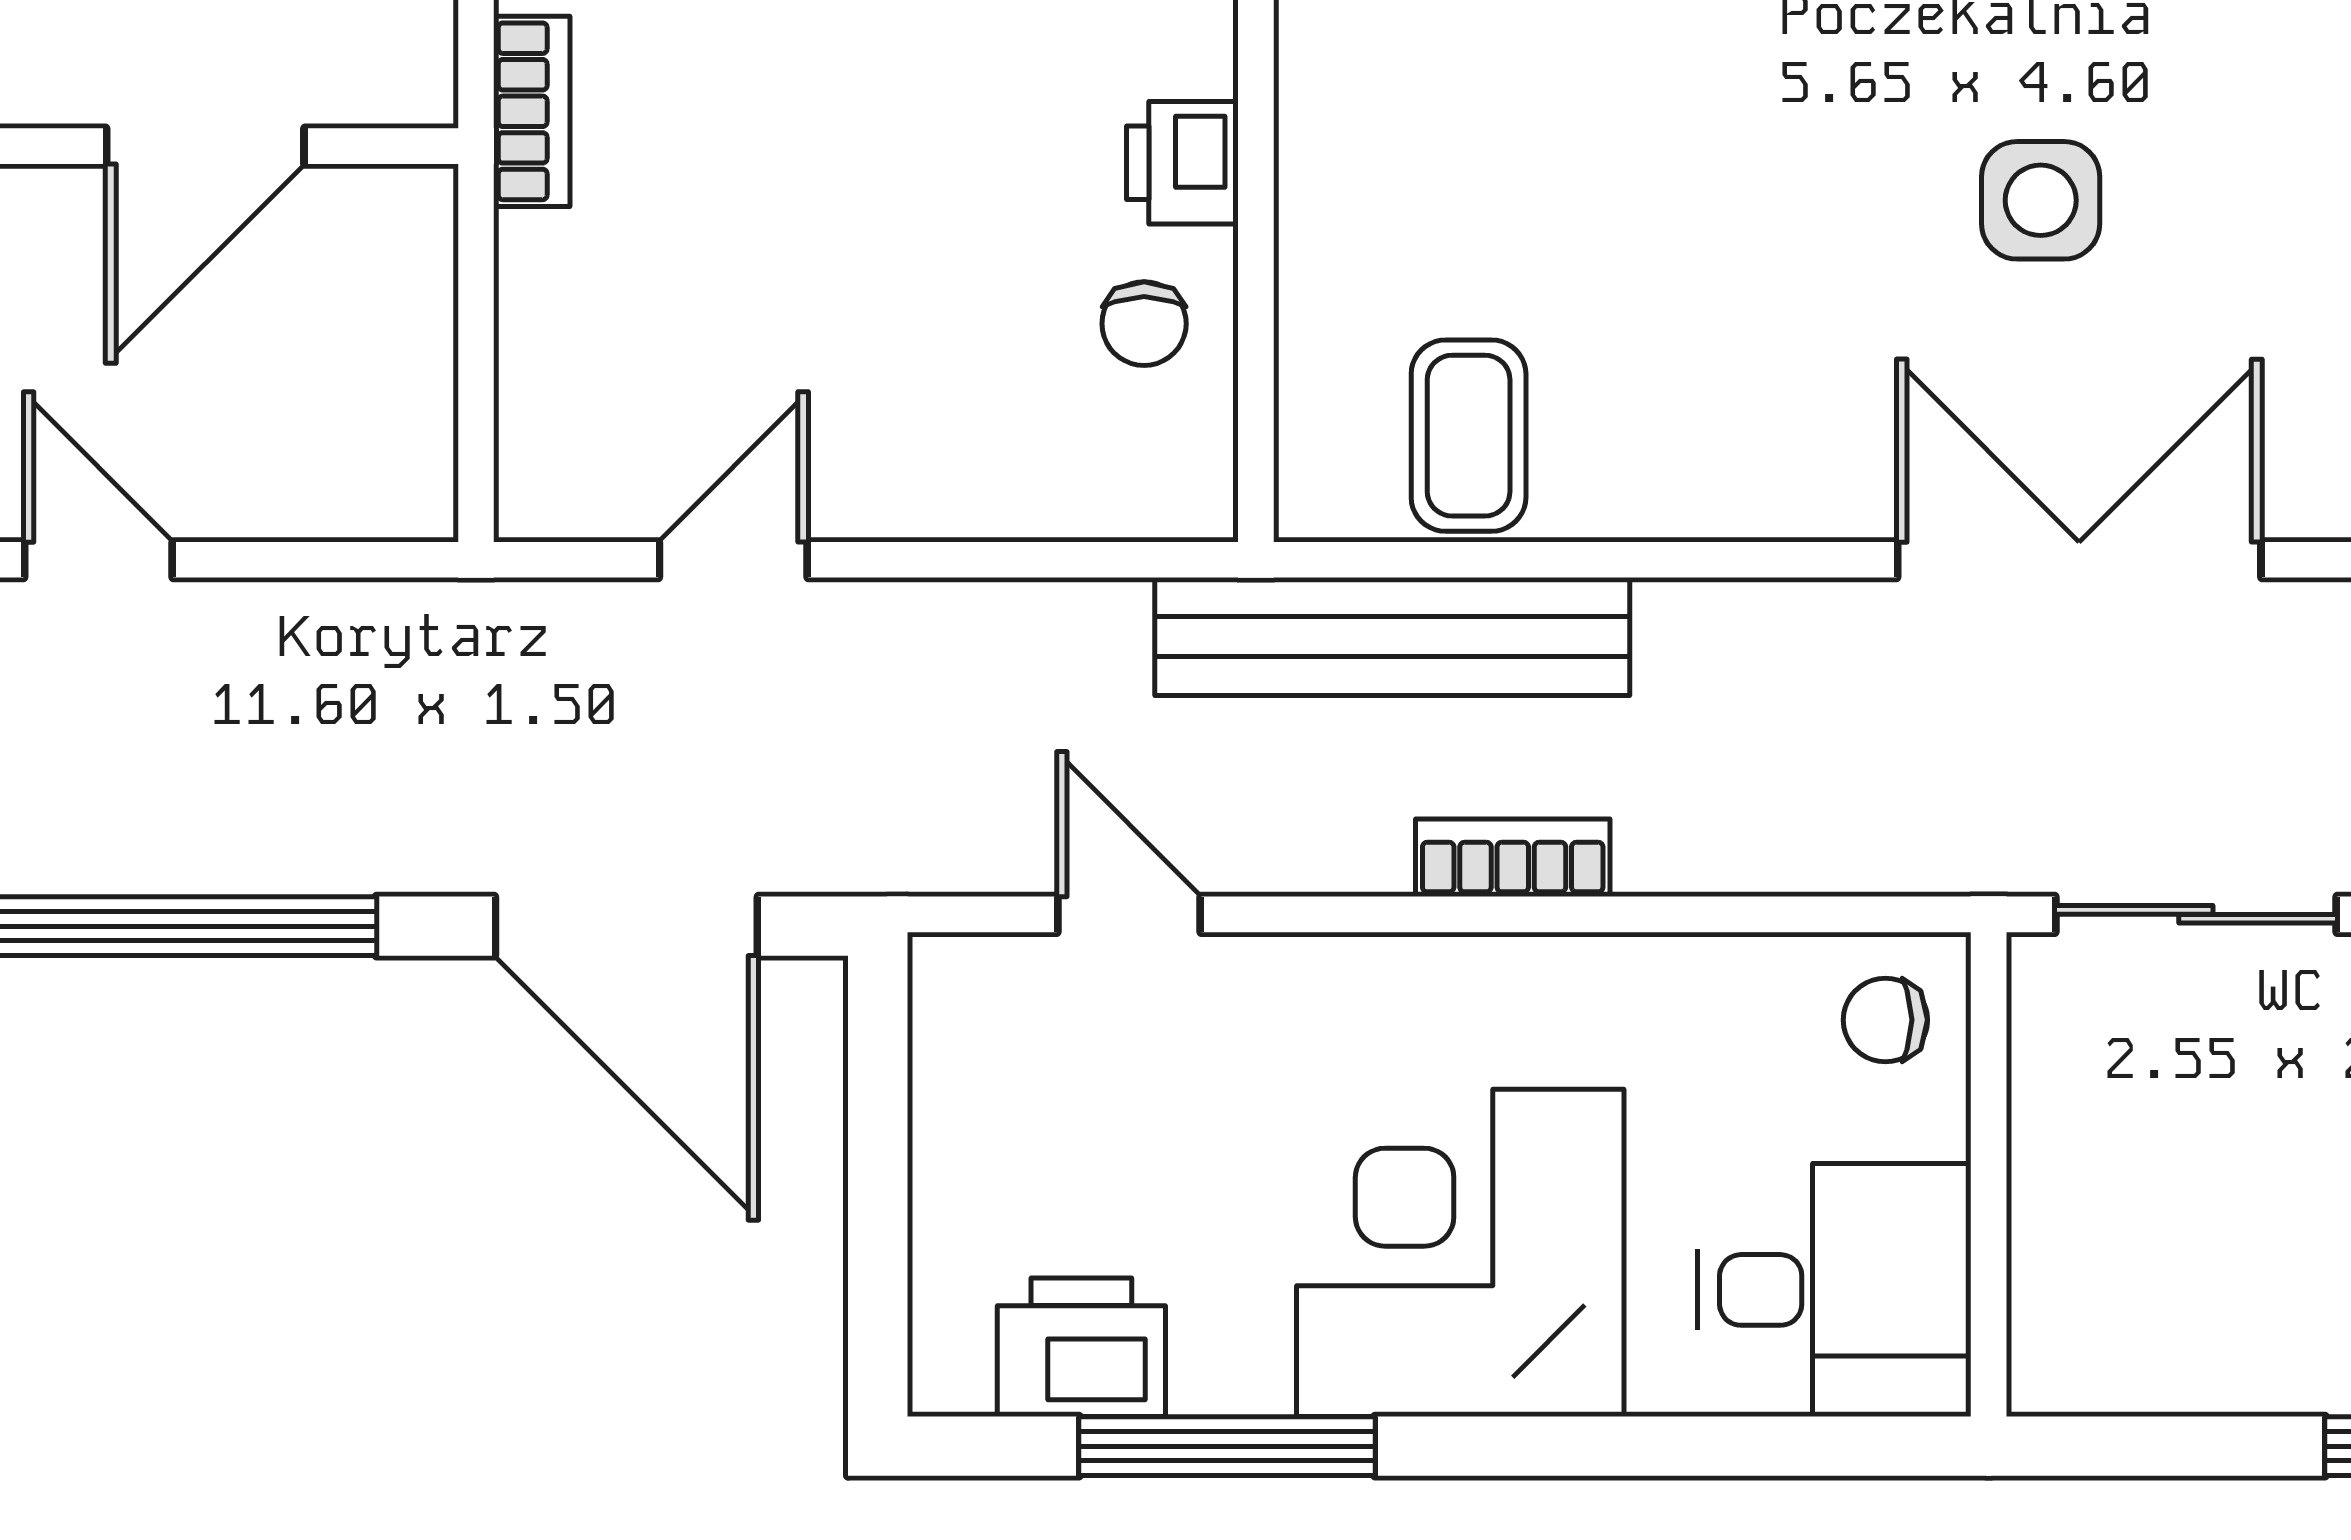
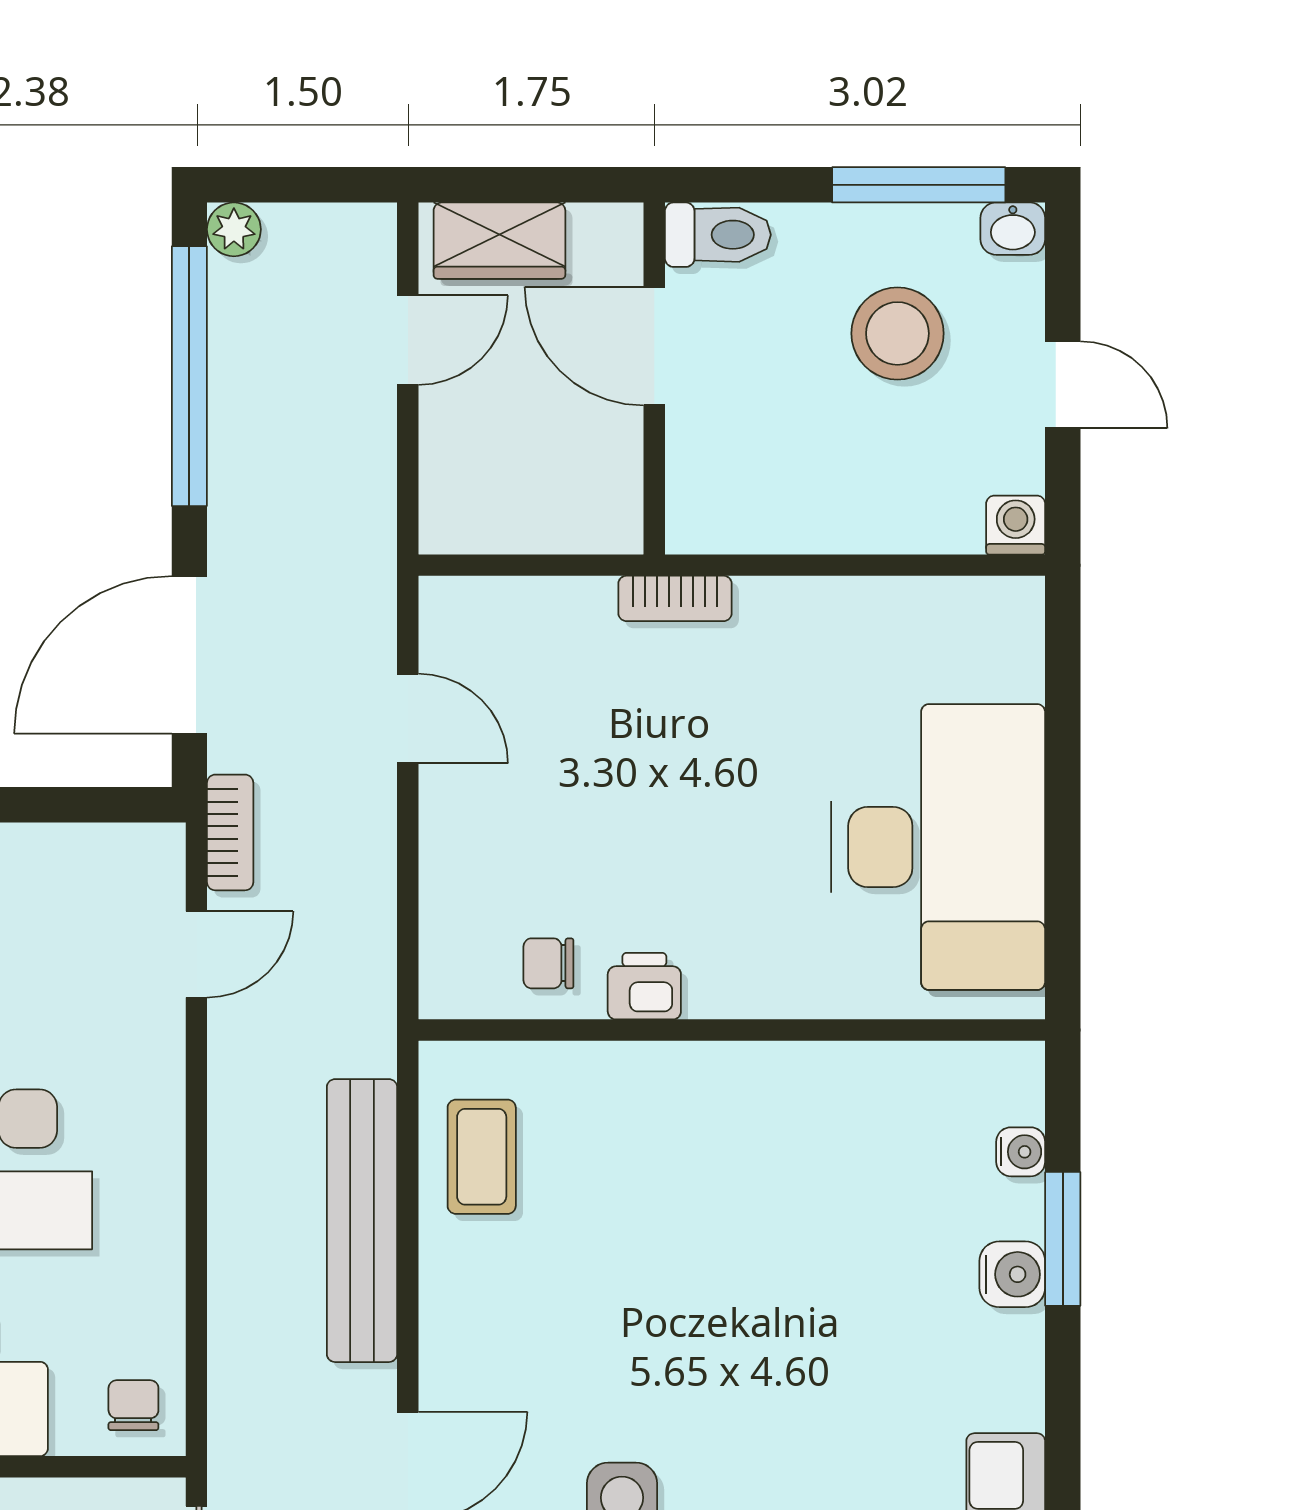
door: (205, 146) -> (654, 346), moved
coffee table: (1469, 436) -> (482, 1157), turned 90
bench: (1392, 637) -> (362, 1221), moved
bookcase: (1513, 858) -> (230, 832), moved

